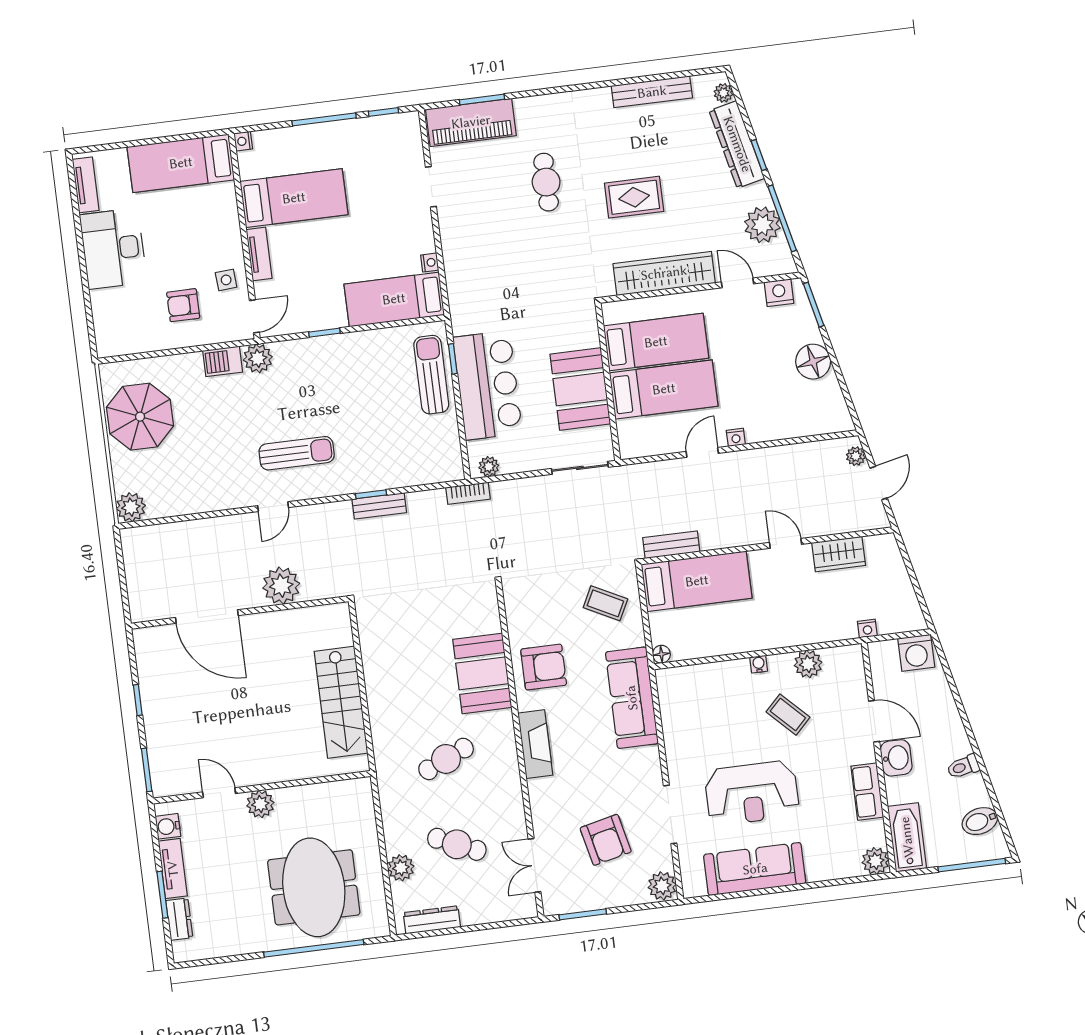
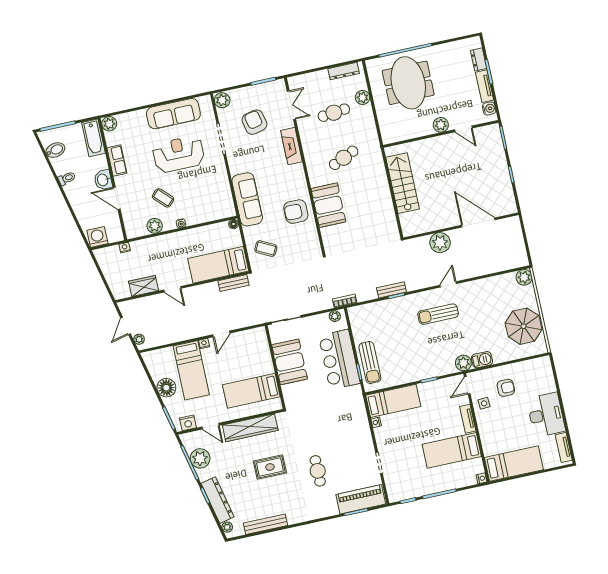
bed: (664, 389) -> (191, 370), moved, turned -90
fireplace: (535, 744) -> (291, 146), moved
cafe table: (457, 844) -> (334, 113), turned -30

